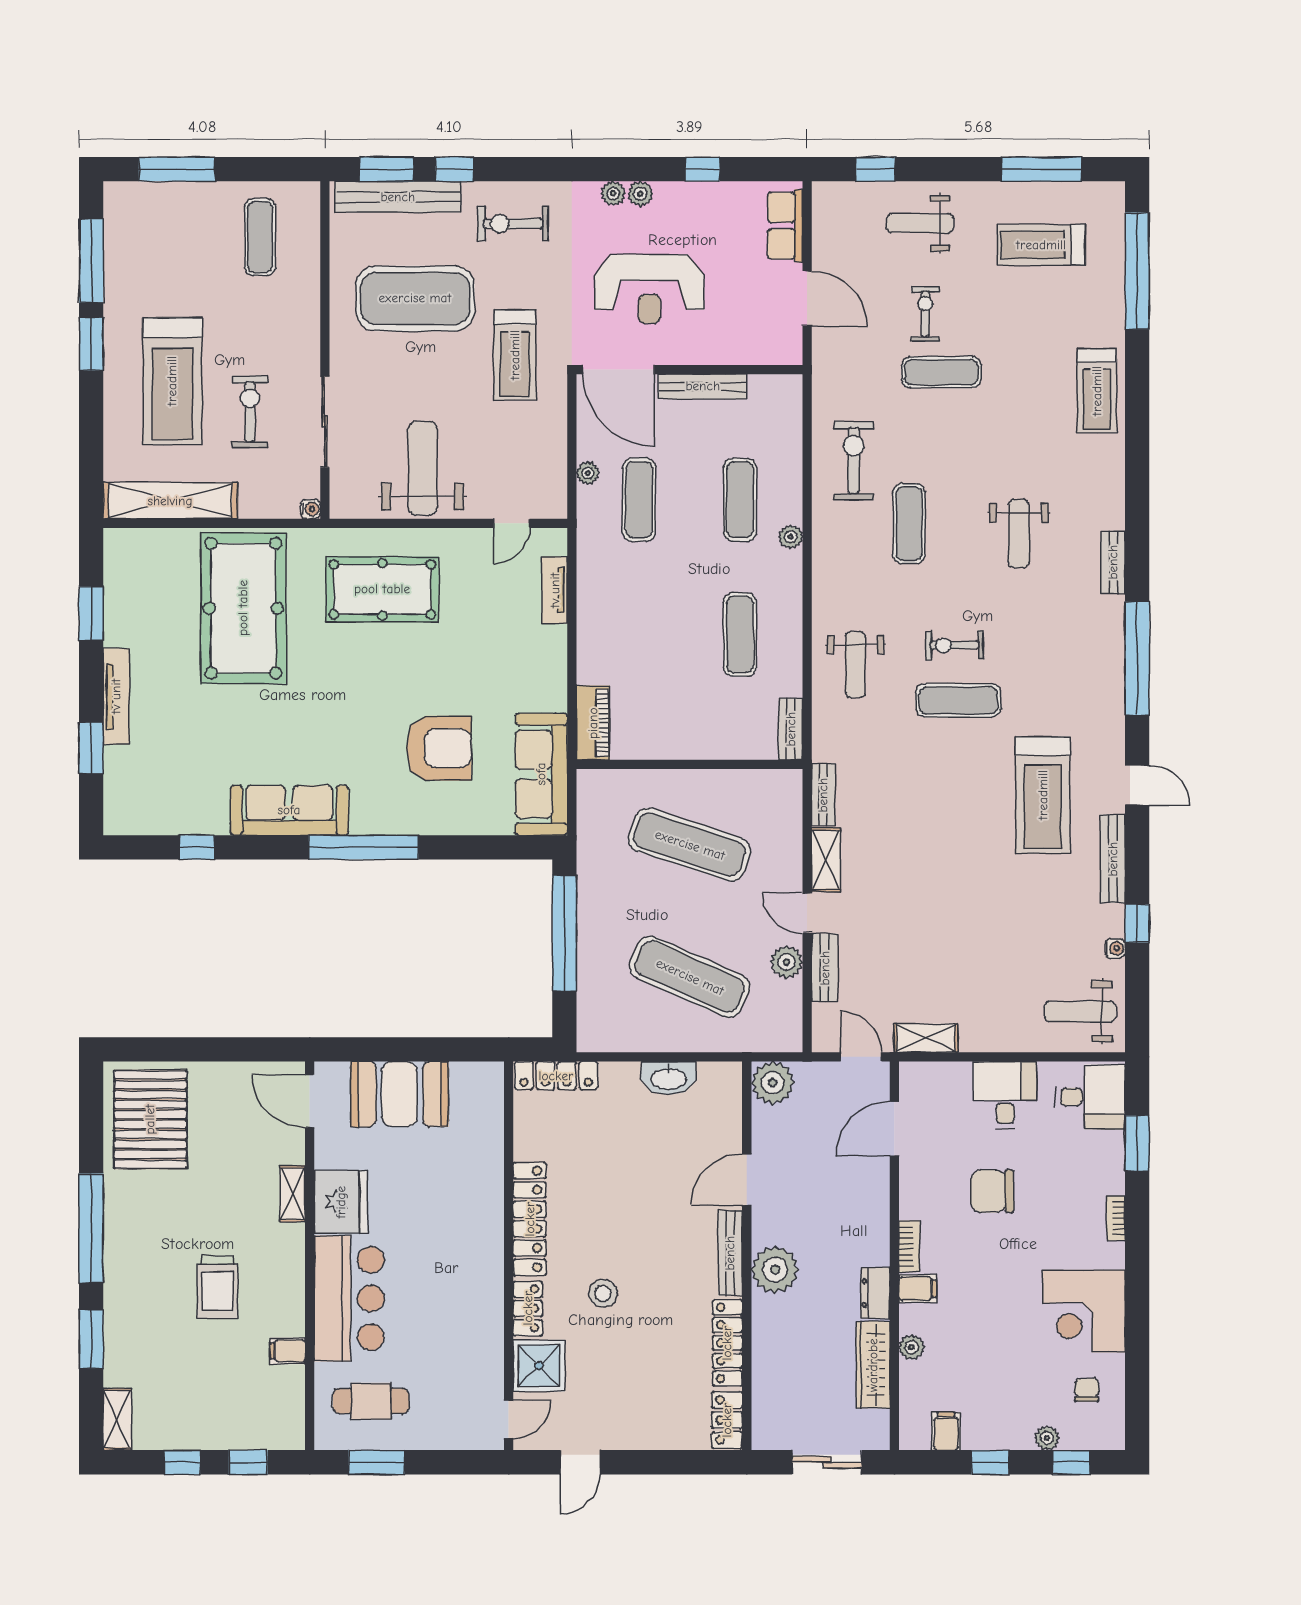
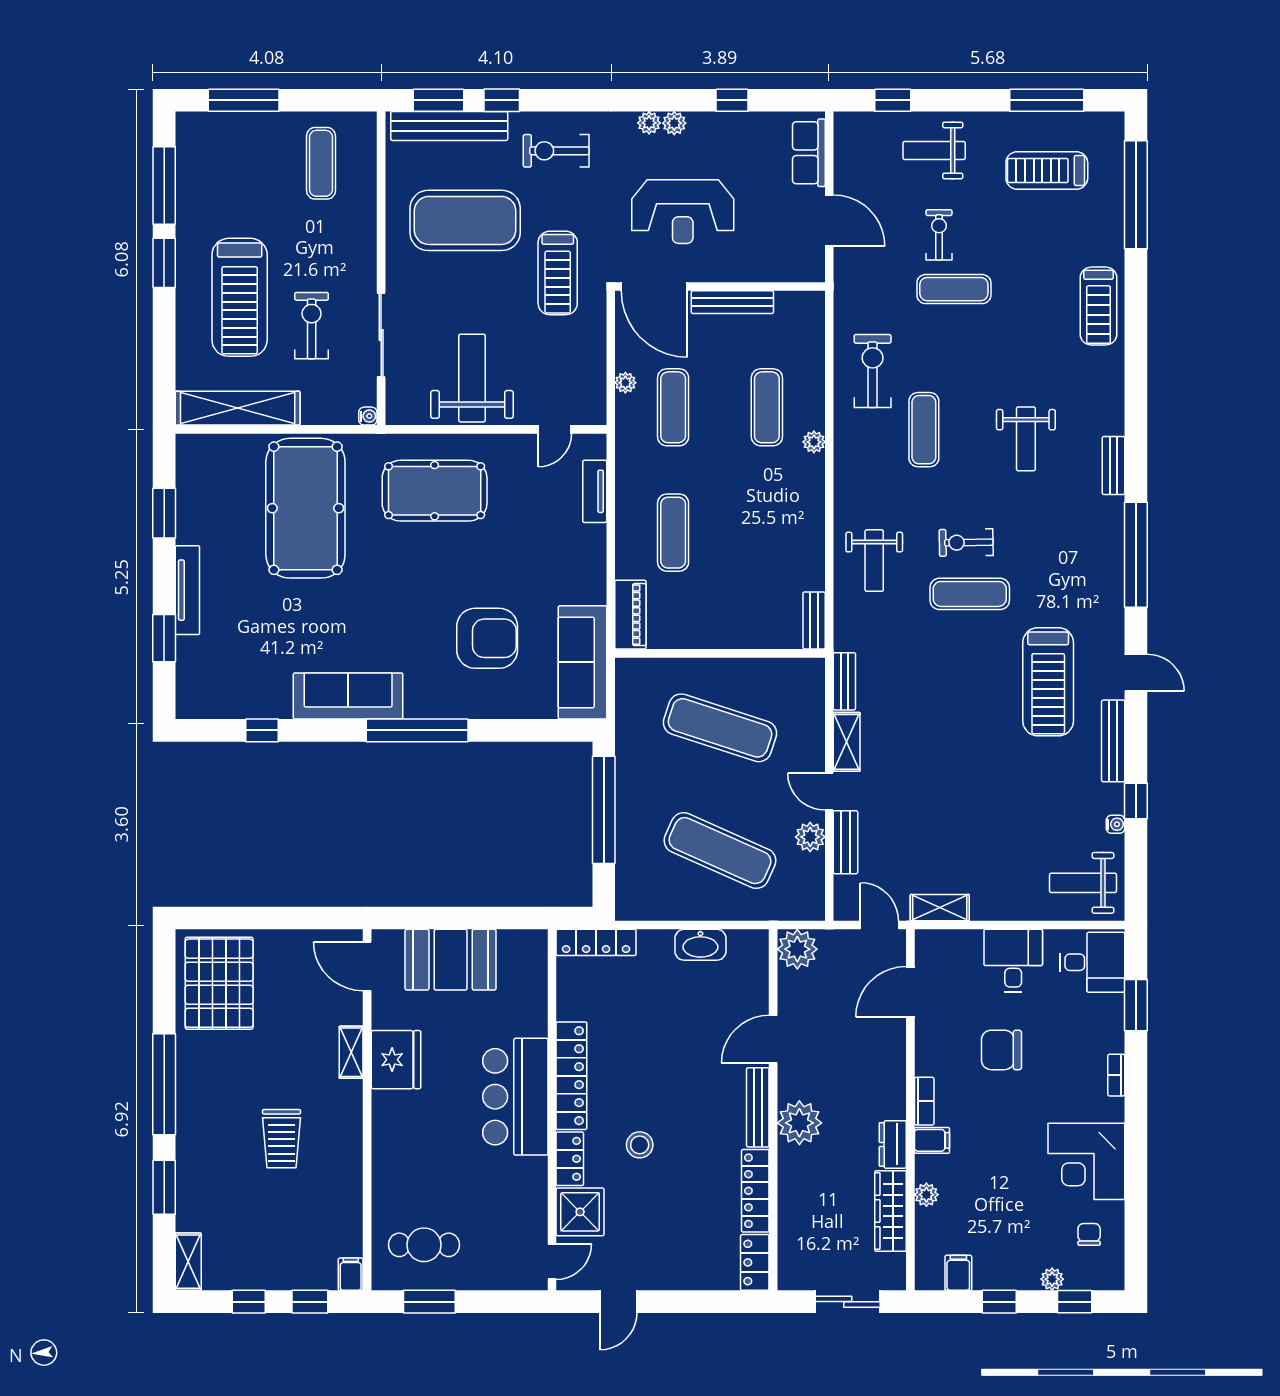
exercise mat: (740, 634) -> (673, 533), moved
bar counter: (349, 1298) -> (515, 1097), moved, turned 180
filing cabinet: (288, 1351) -> (351, 1274), moved, turned 90

